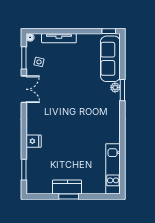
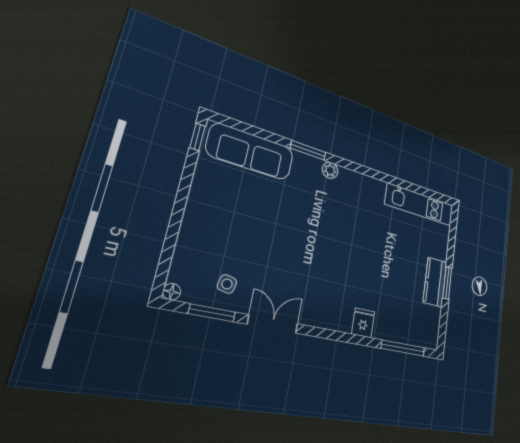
tv unit: (59, 38) -> (188, 234), removed
plant: (115, 87) -> (330, 170), moved
window: (24, 170) -> (403, 348), width x1.44

